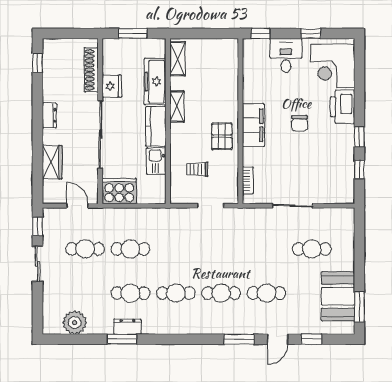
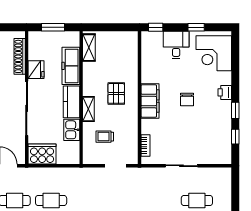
shelving: (177, 106) -> (88, 109), moved
printer: (342, 107) -> (225, 92), width x0.53, depth x0.68
pallet: (222, 136) -> (116, 93), moved

